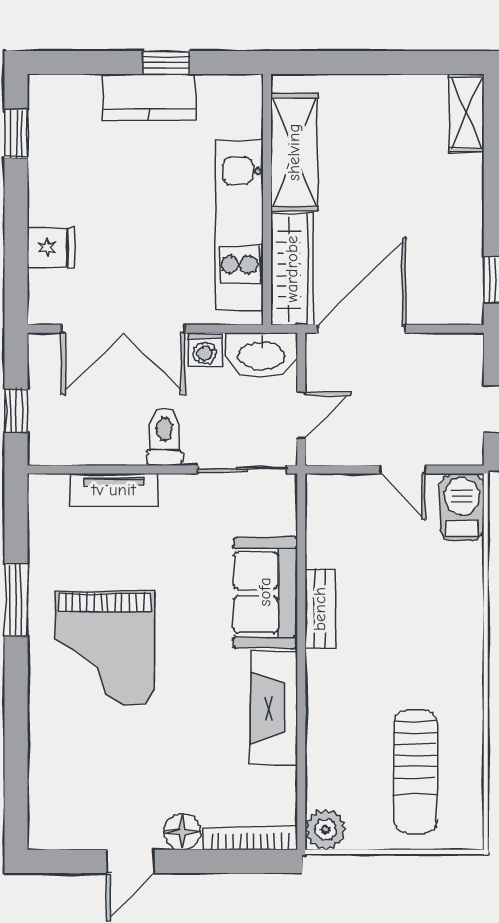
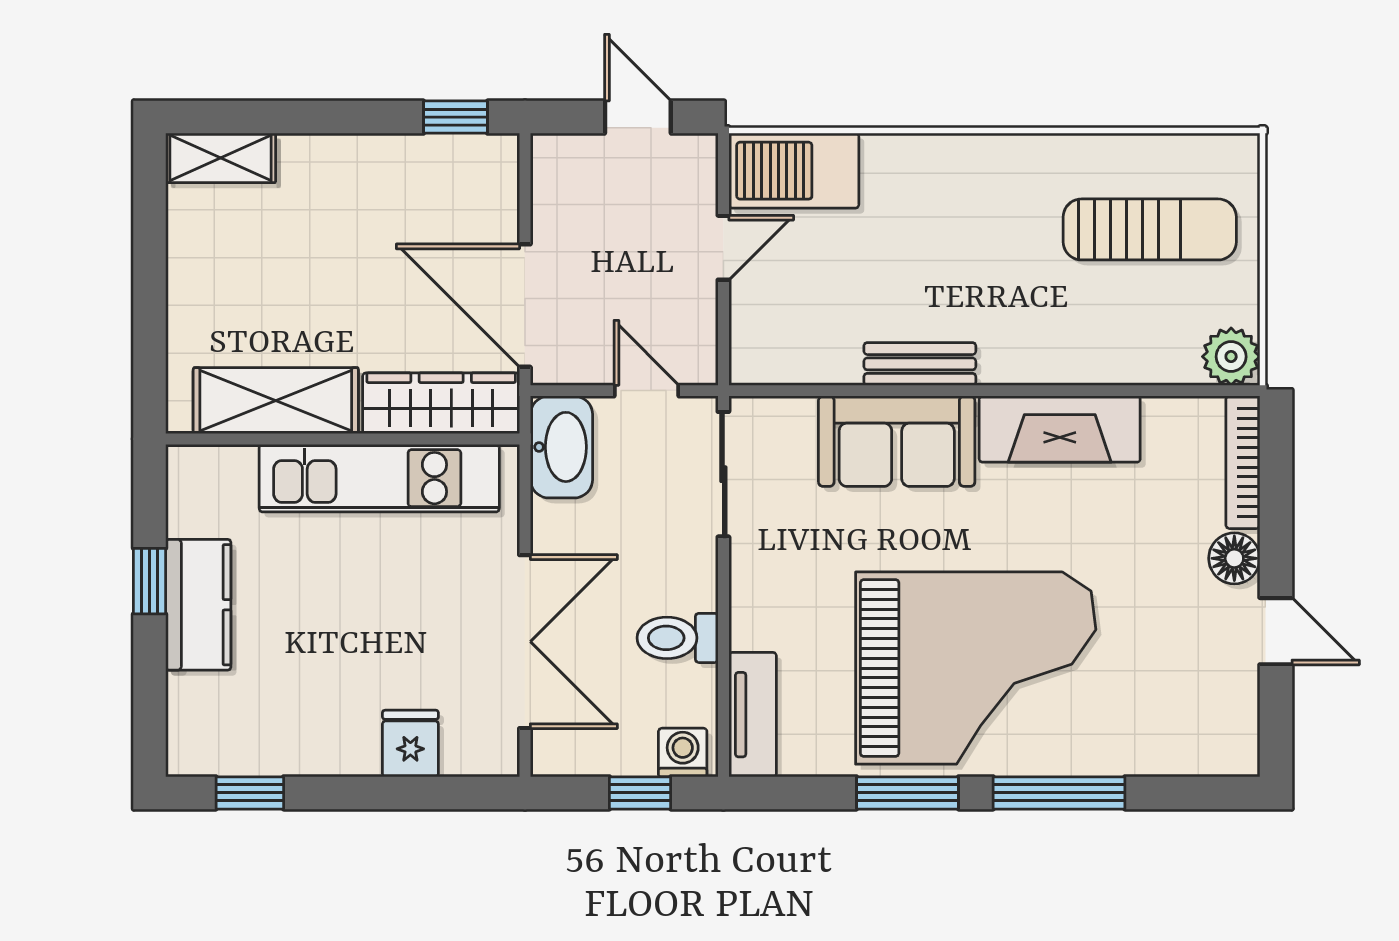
washing machine: (205, 350) -> (683, 753), moved, turned -90
toilet: (164, 437) -> (678, 638), moved
tv unit: (114, 490) -> (753, 715), moved
barbecue: (462, 507) -> (794, 171), width x1.37, depth x1.21
grand piano: (105, 648) -> (976, 668), width x1.37, depth x1.48
window: (16, 708) -> (1059, 793), added

